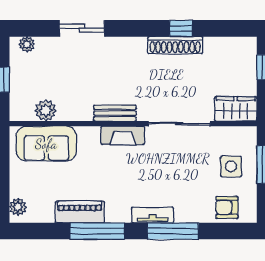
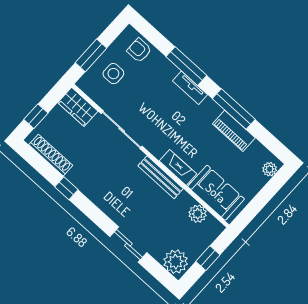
plant: (27, 44) -> (176, 262), width x1.87, depth x1.87
shoe rack: (175, 45) -> (51, 155), moved
bench: (115, 113) -> (161, 177), width x1.36
fireplace: (123, 135) -> (178, 167), moved
armchair: (227, 207) -> (139, 50), turned 180

